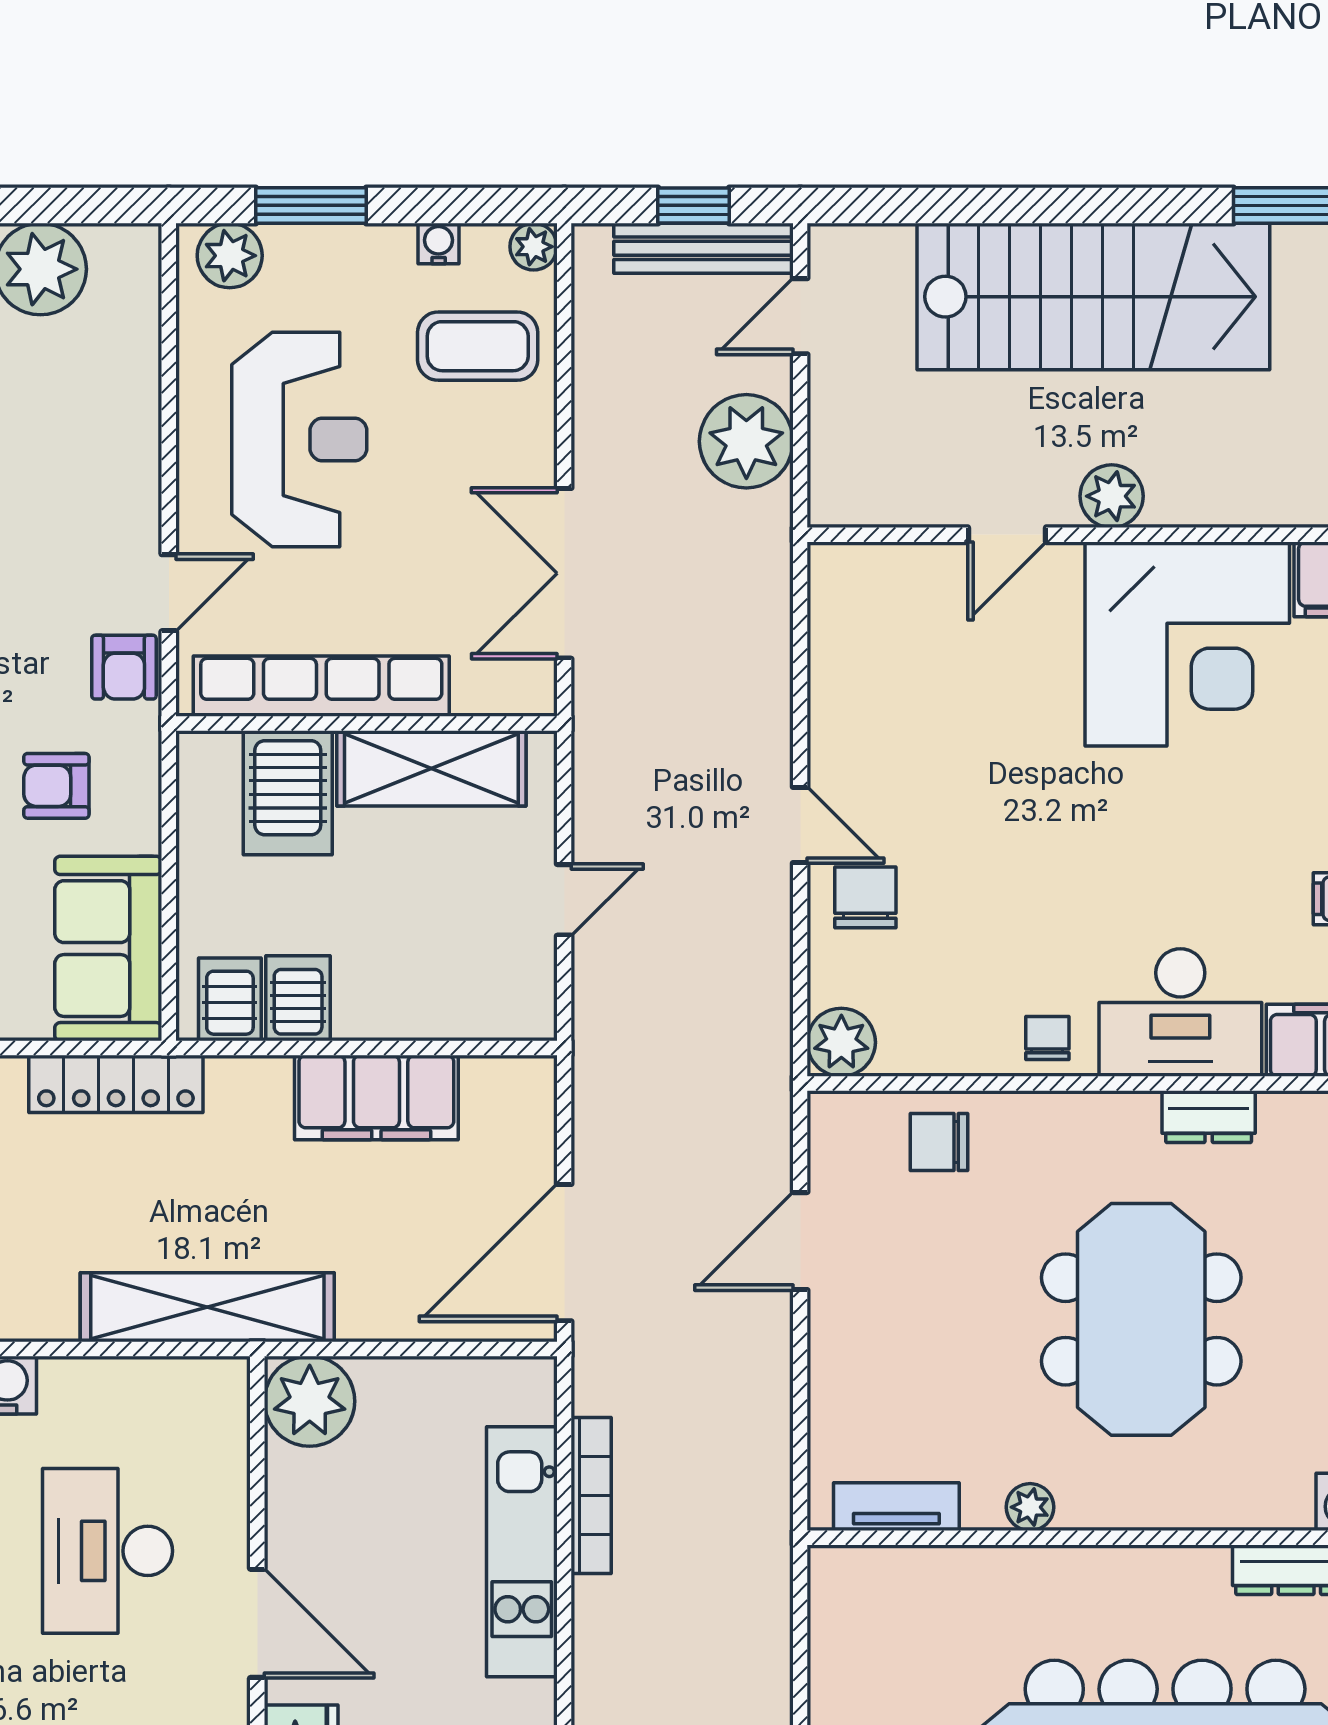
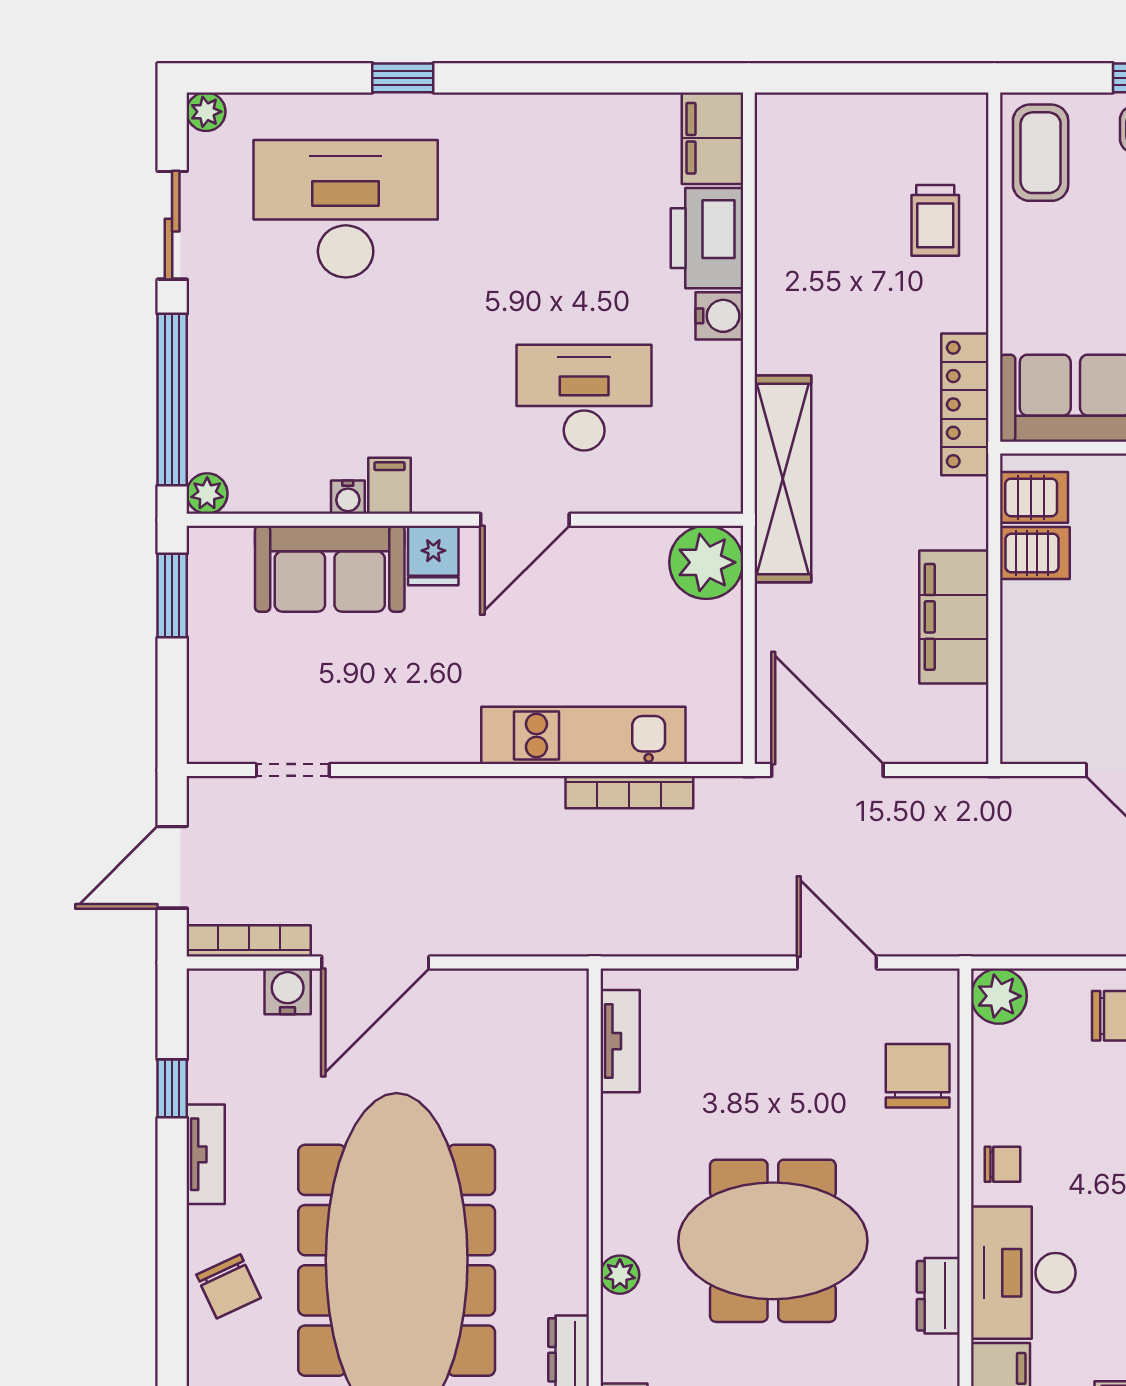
chair: (939, 1142) -> (918, 1076), width x1.37, depth x1.37
plant: (1030, 1507) -> (620, 1275), moved

